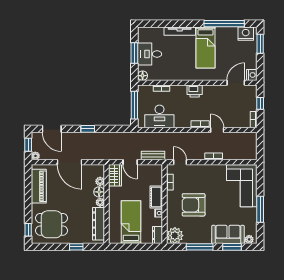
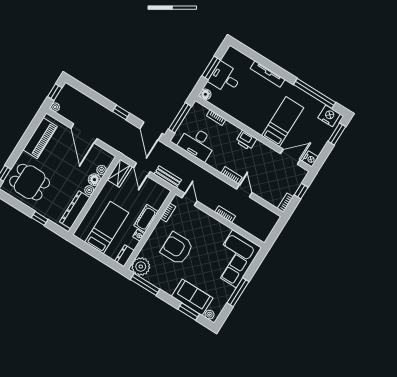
bed: (206, 47) -> (283, 122), moved, turned 180
door: (52, 129) -> (151, 131), moved
window: (200, 247) -> (145, 284), moved

